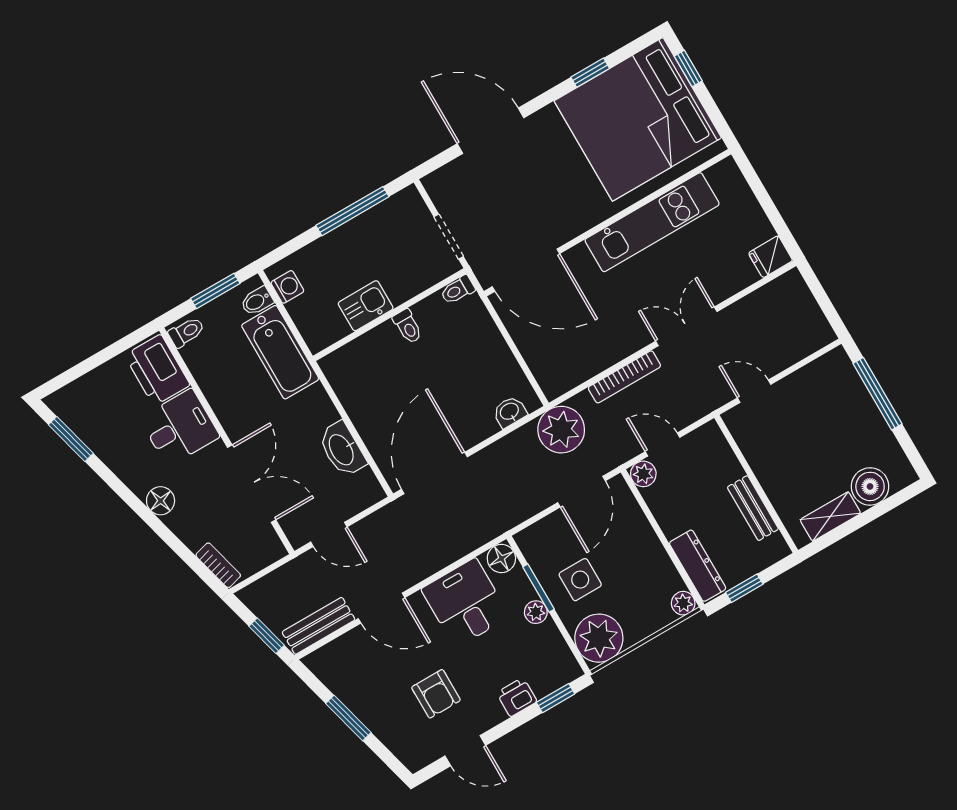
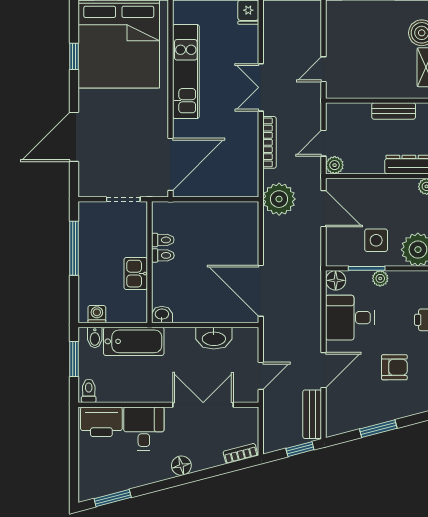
toilet: (458, 290) -> (163, 240), moved, turned -90
washbasin: (510, 412) -> (162, 315), moved, turned 90

